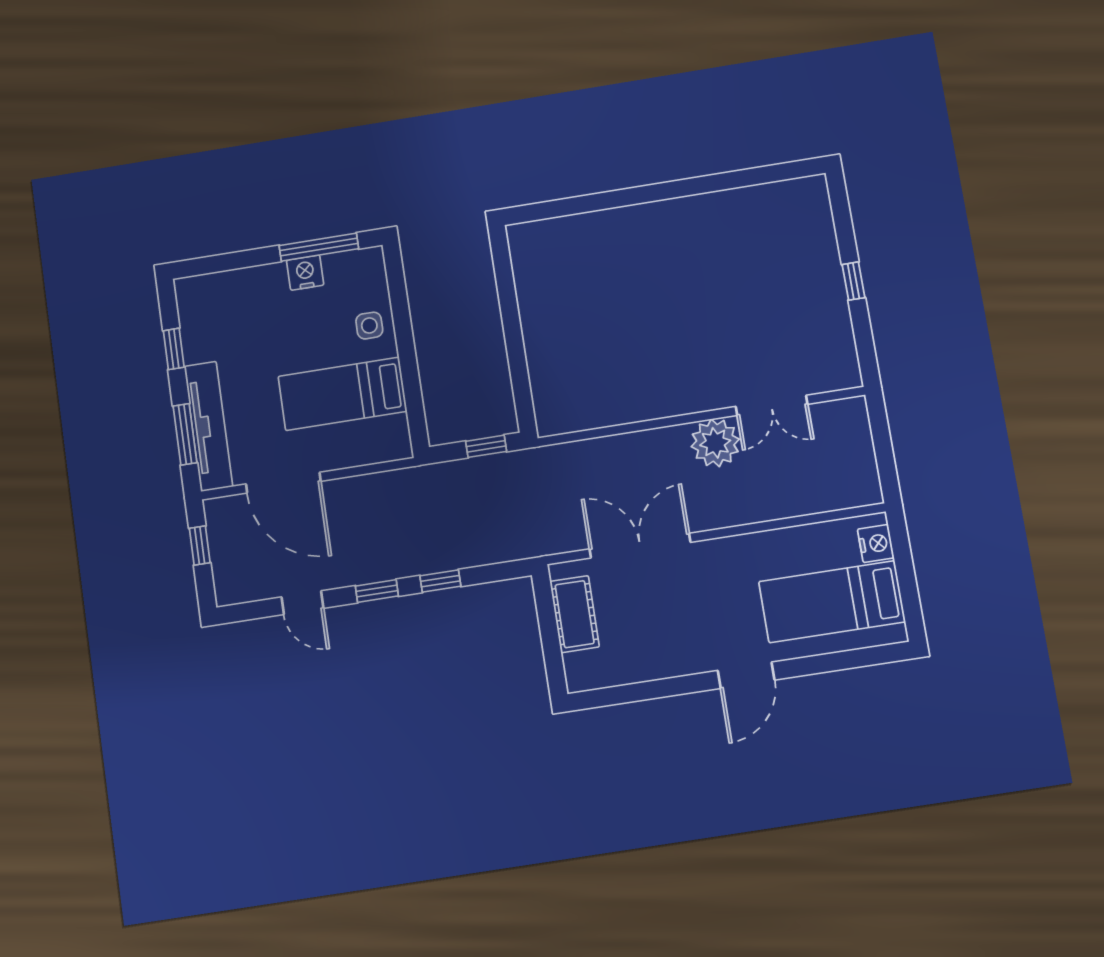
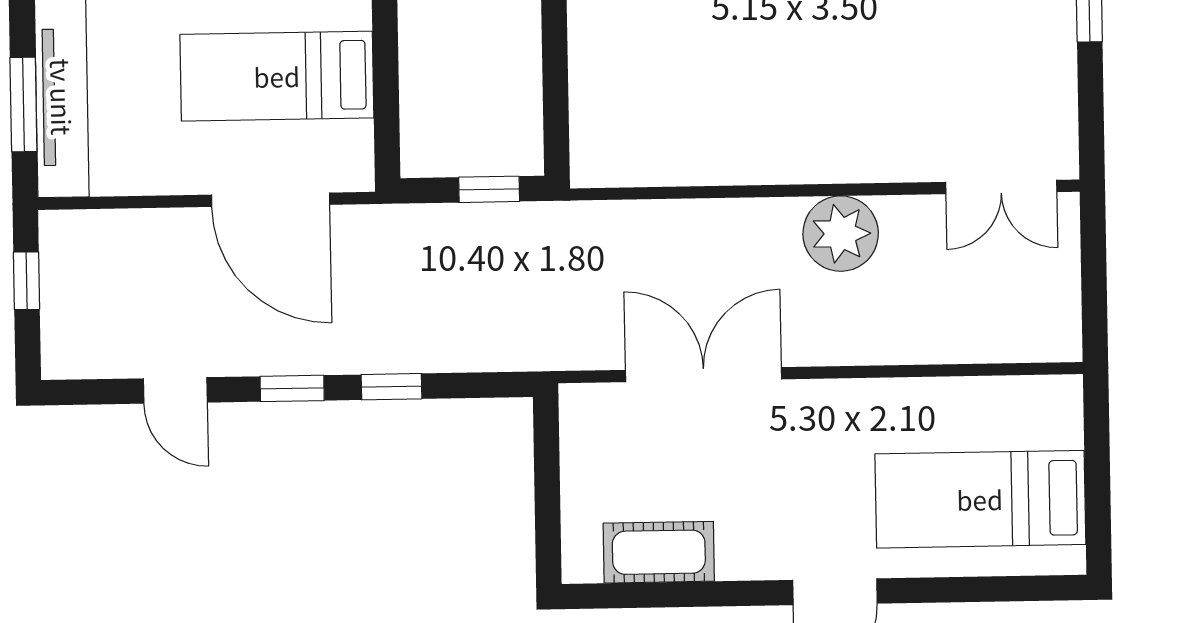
double door: (772, 405) -> (1001, 187), moved
door: (283, 483) -> (271, 200), moved
nightstand: (876, 543) -> (1060, 421), removed
cot: (575, 614) -> (659, 552), moved, turned 90

